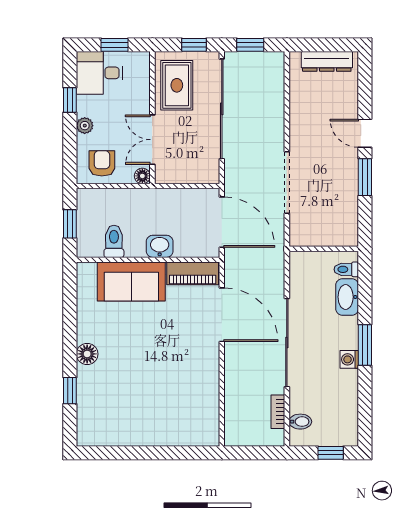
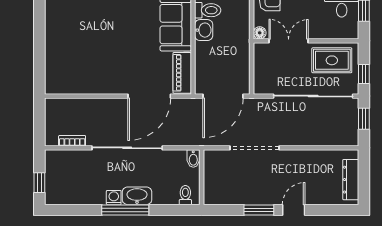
washbasin: (160, 246) -> (204, 30), moved
washbasin: (347, 297) -> (137, 196), moved
window: (365, 345) -> (125, 210), width x1.44
bidet: (300, 422) -> (193, 158), moved

